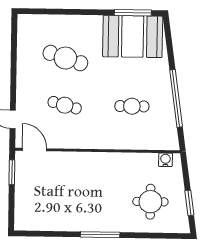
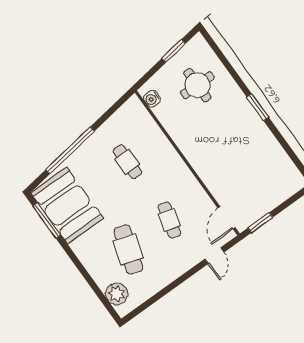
plant: (38, 24) -> (117, 294), added
window: (176, 98) -> (70, 150), moved
window: (100, 235) -> (258, 107), width x0.69

